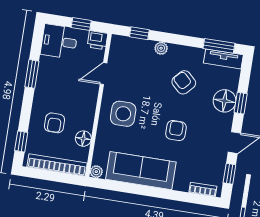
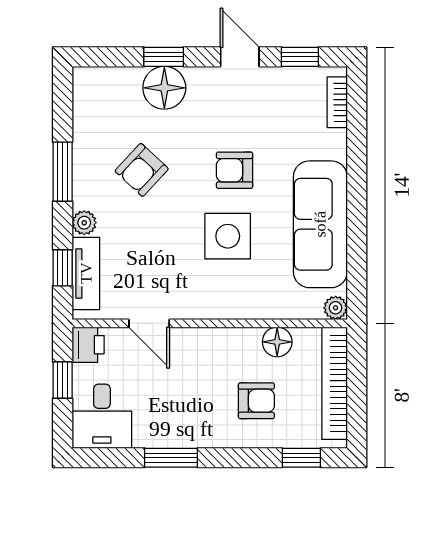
window: (219, 46) -> (63, 172), moved
tv unit: (223, 59) -> (86, 273), moved
side table: (123, 114) -> (228, 236), moved

